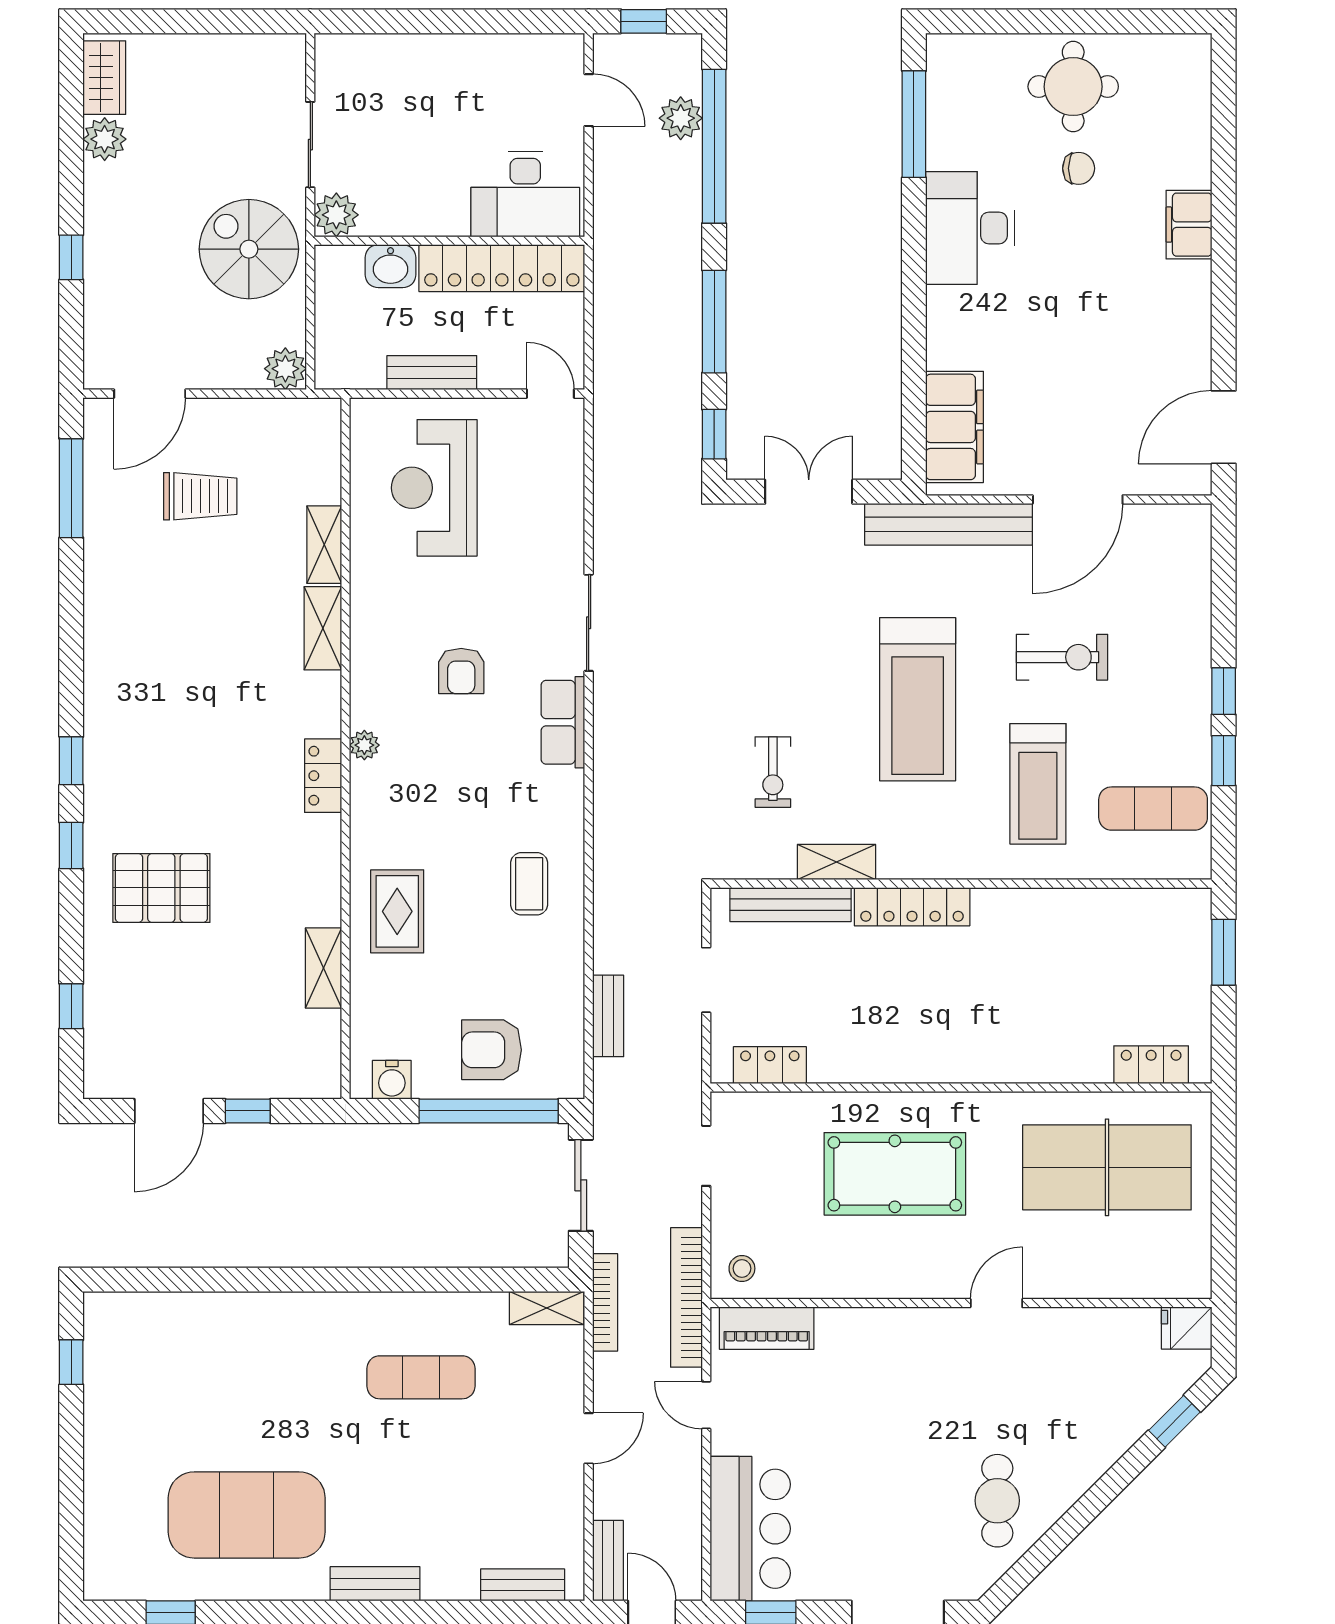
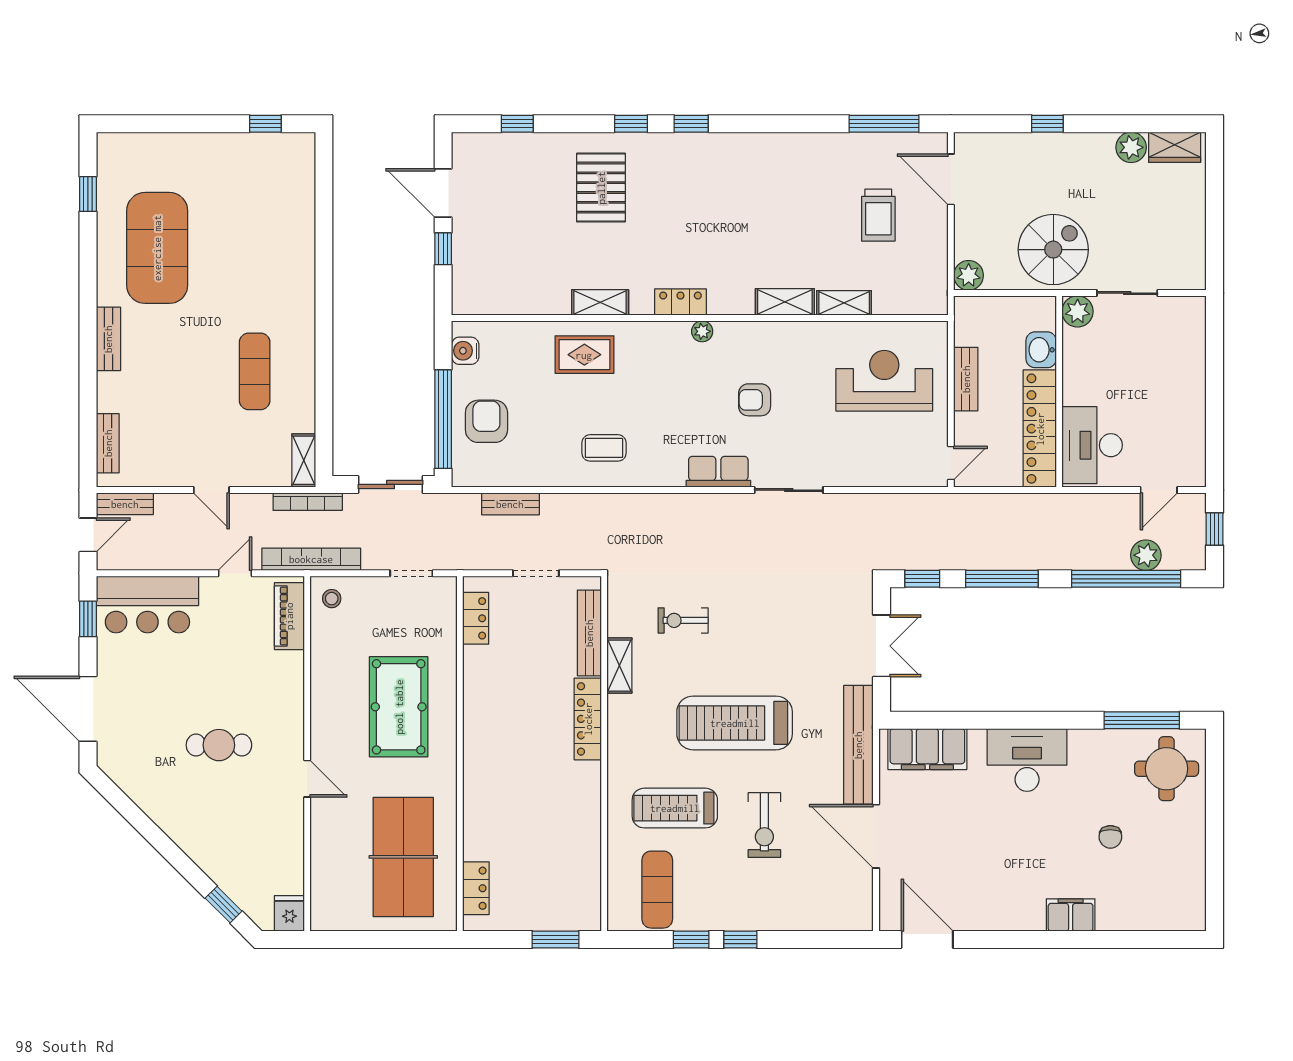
round table: (1073, 87) -> (1167, 769), moved
desk: (970, 228) -> (1027, 760), moved
shelving: (324, 968) -> (600, 302), moved
cafe table: (997, 1501) -> (219, 745), moved

